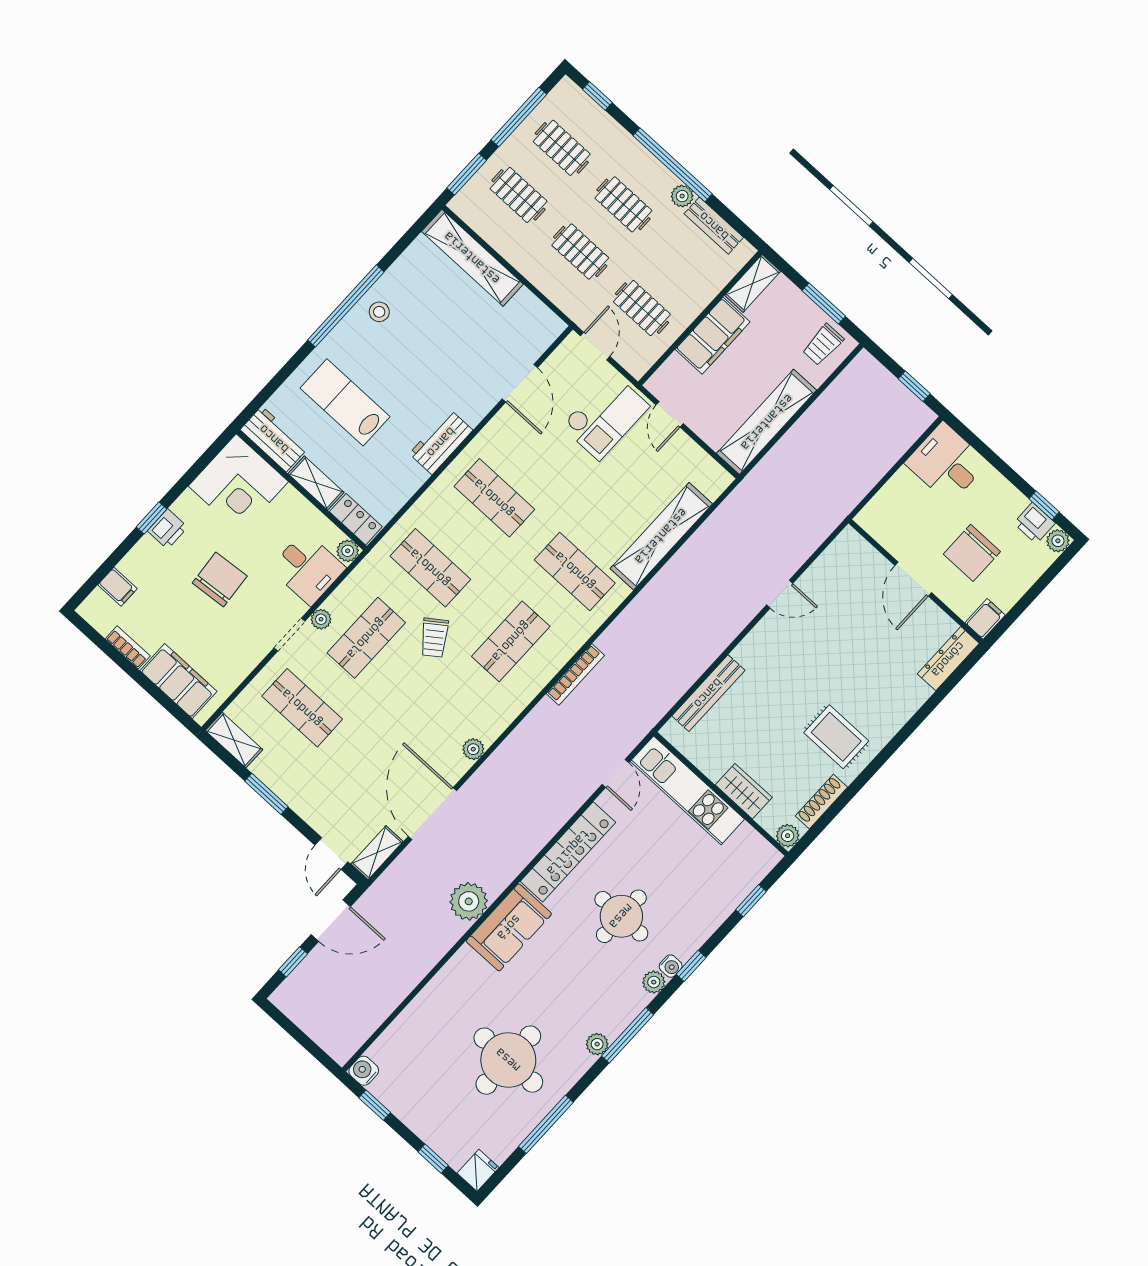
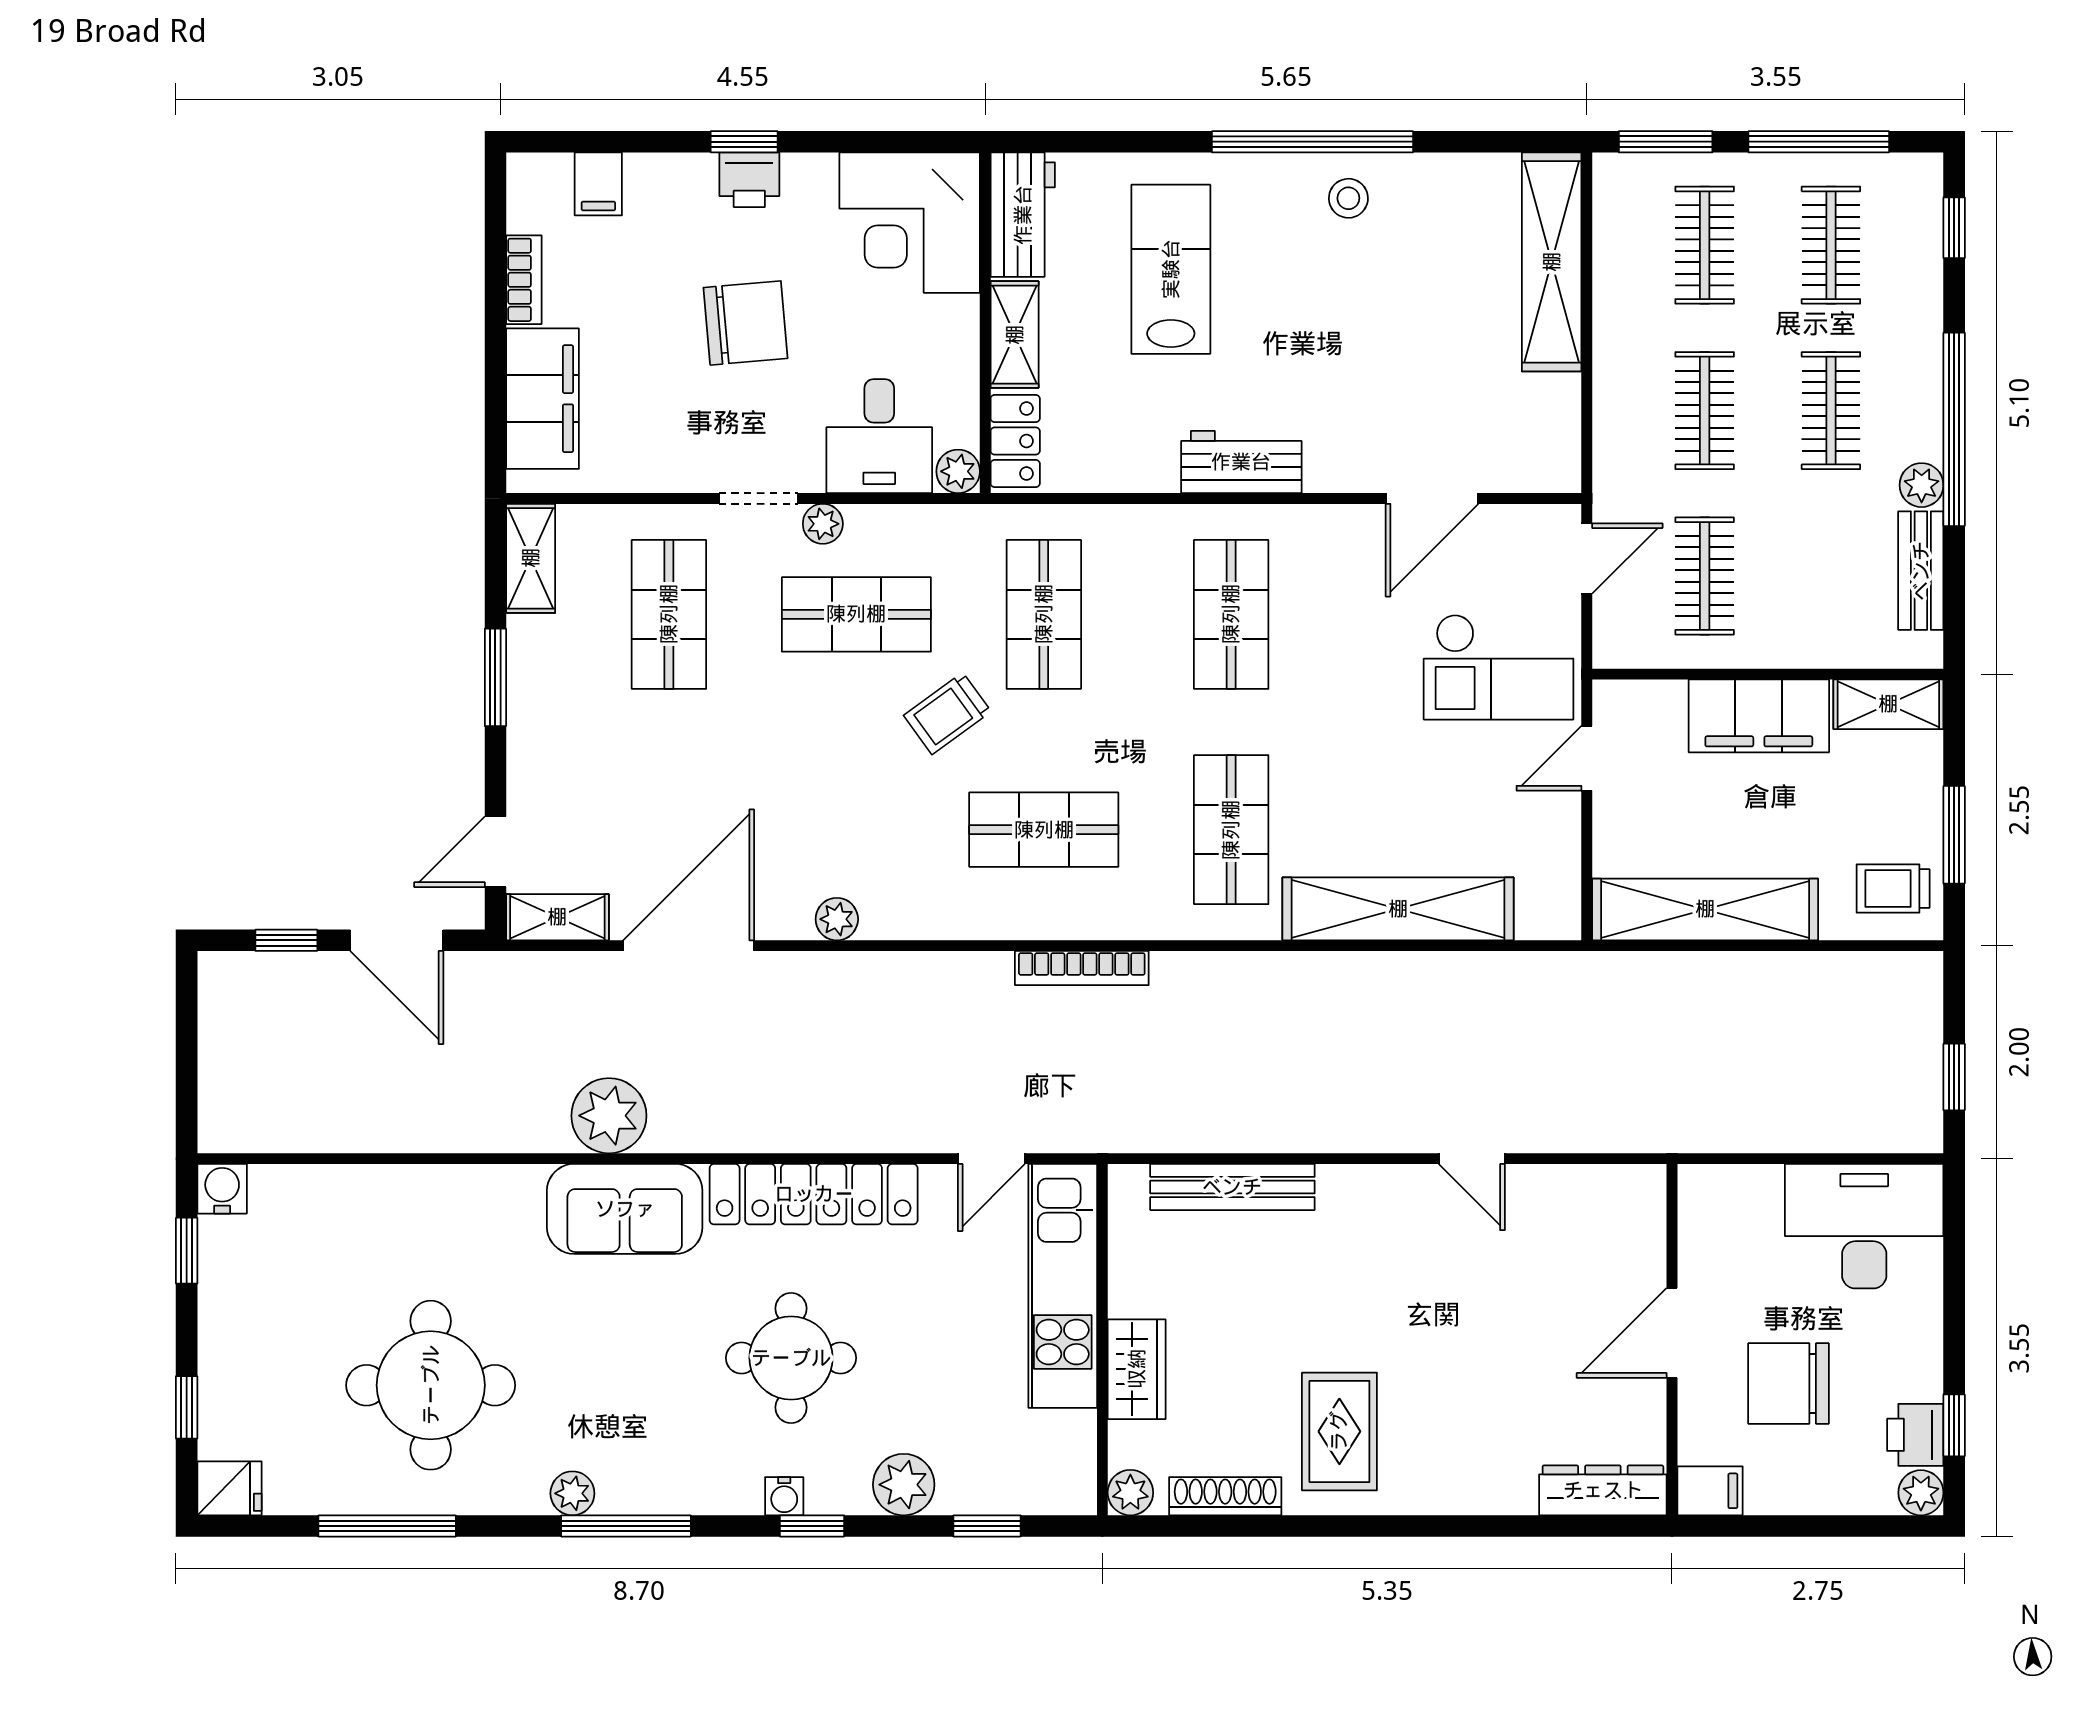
desk: (946, 463) -> (1864, 1226), width x1.37
plant: (654, 982) -> (904, 1485), moved, width x1.38, depth x1.38

